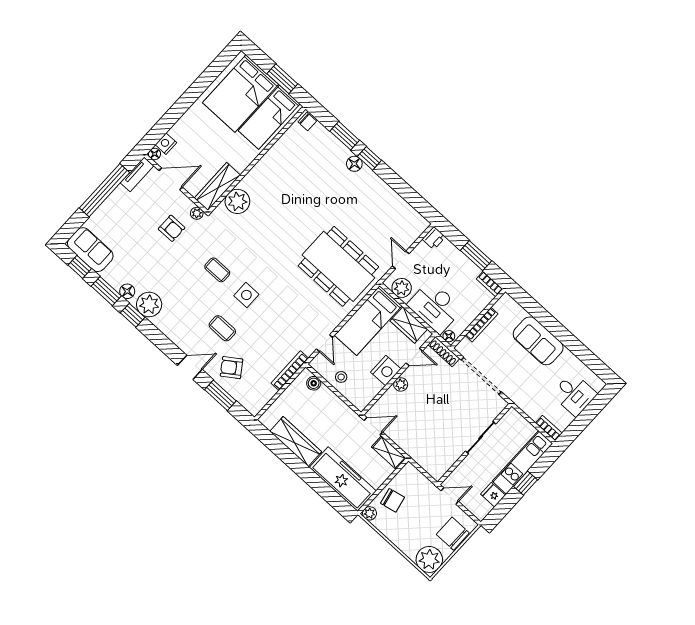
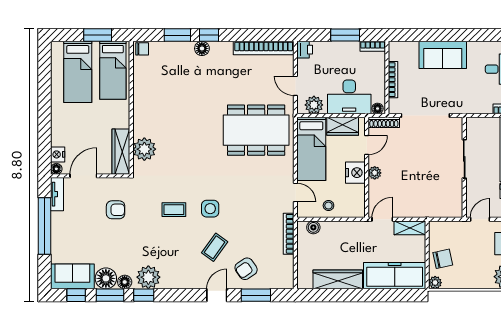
bed: (241, 94) -> (78, 72), width x0.67
bookcase: (403, 208) -> (264, 48), added
plant: (197, 213) -> (124, 183), removed
floor lamp: (115, 275) -> (106, 278), added
coffee table: (222, 328) -> (215, 247), turned -54

